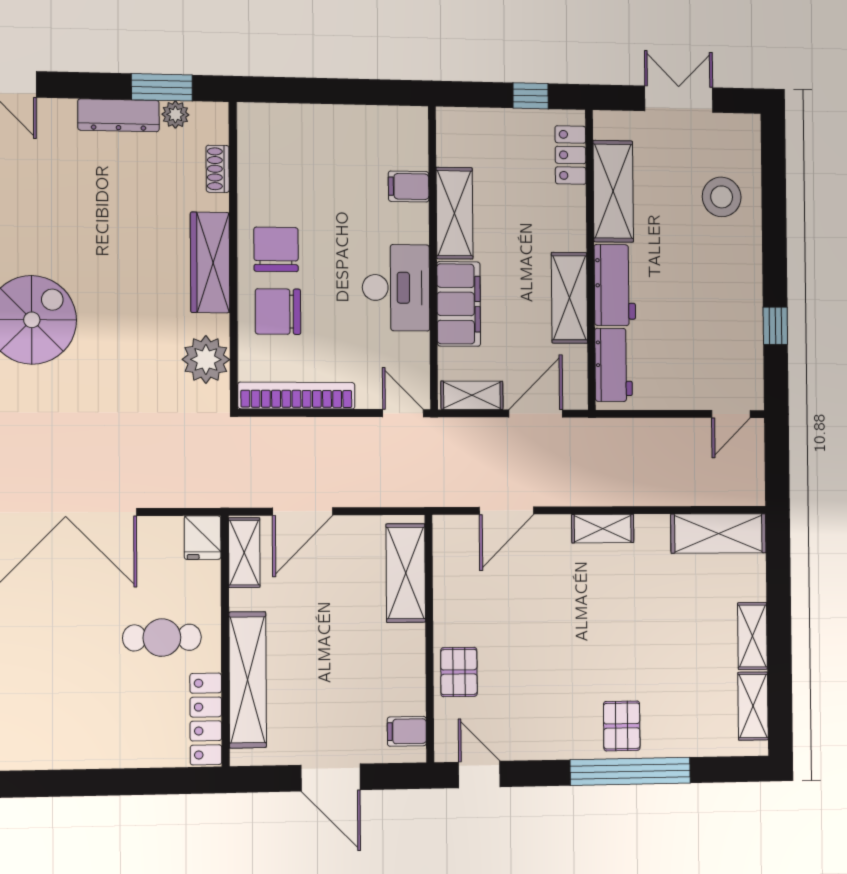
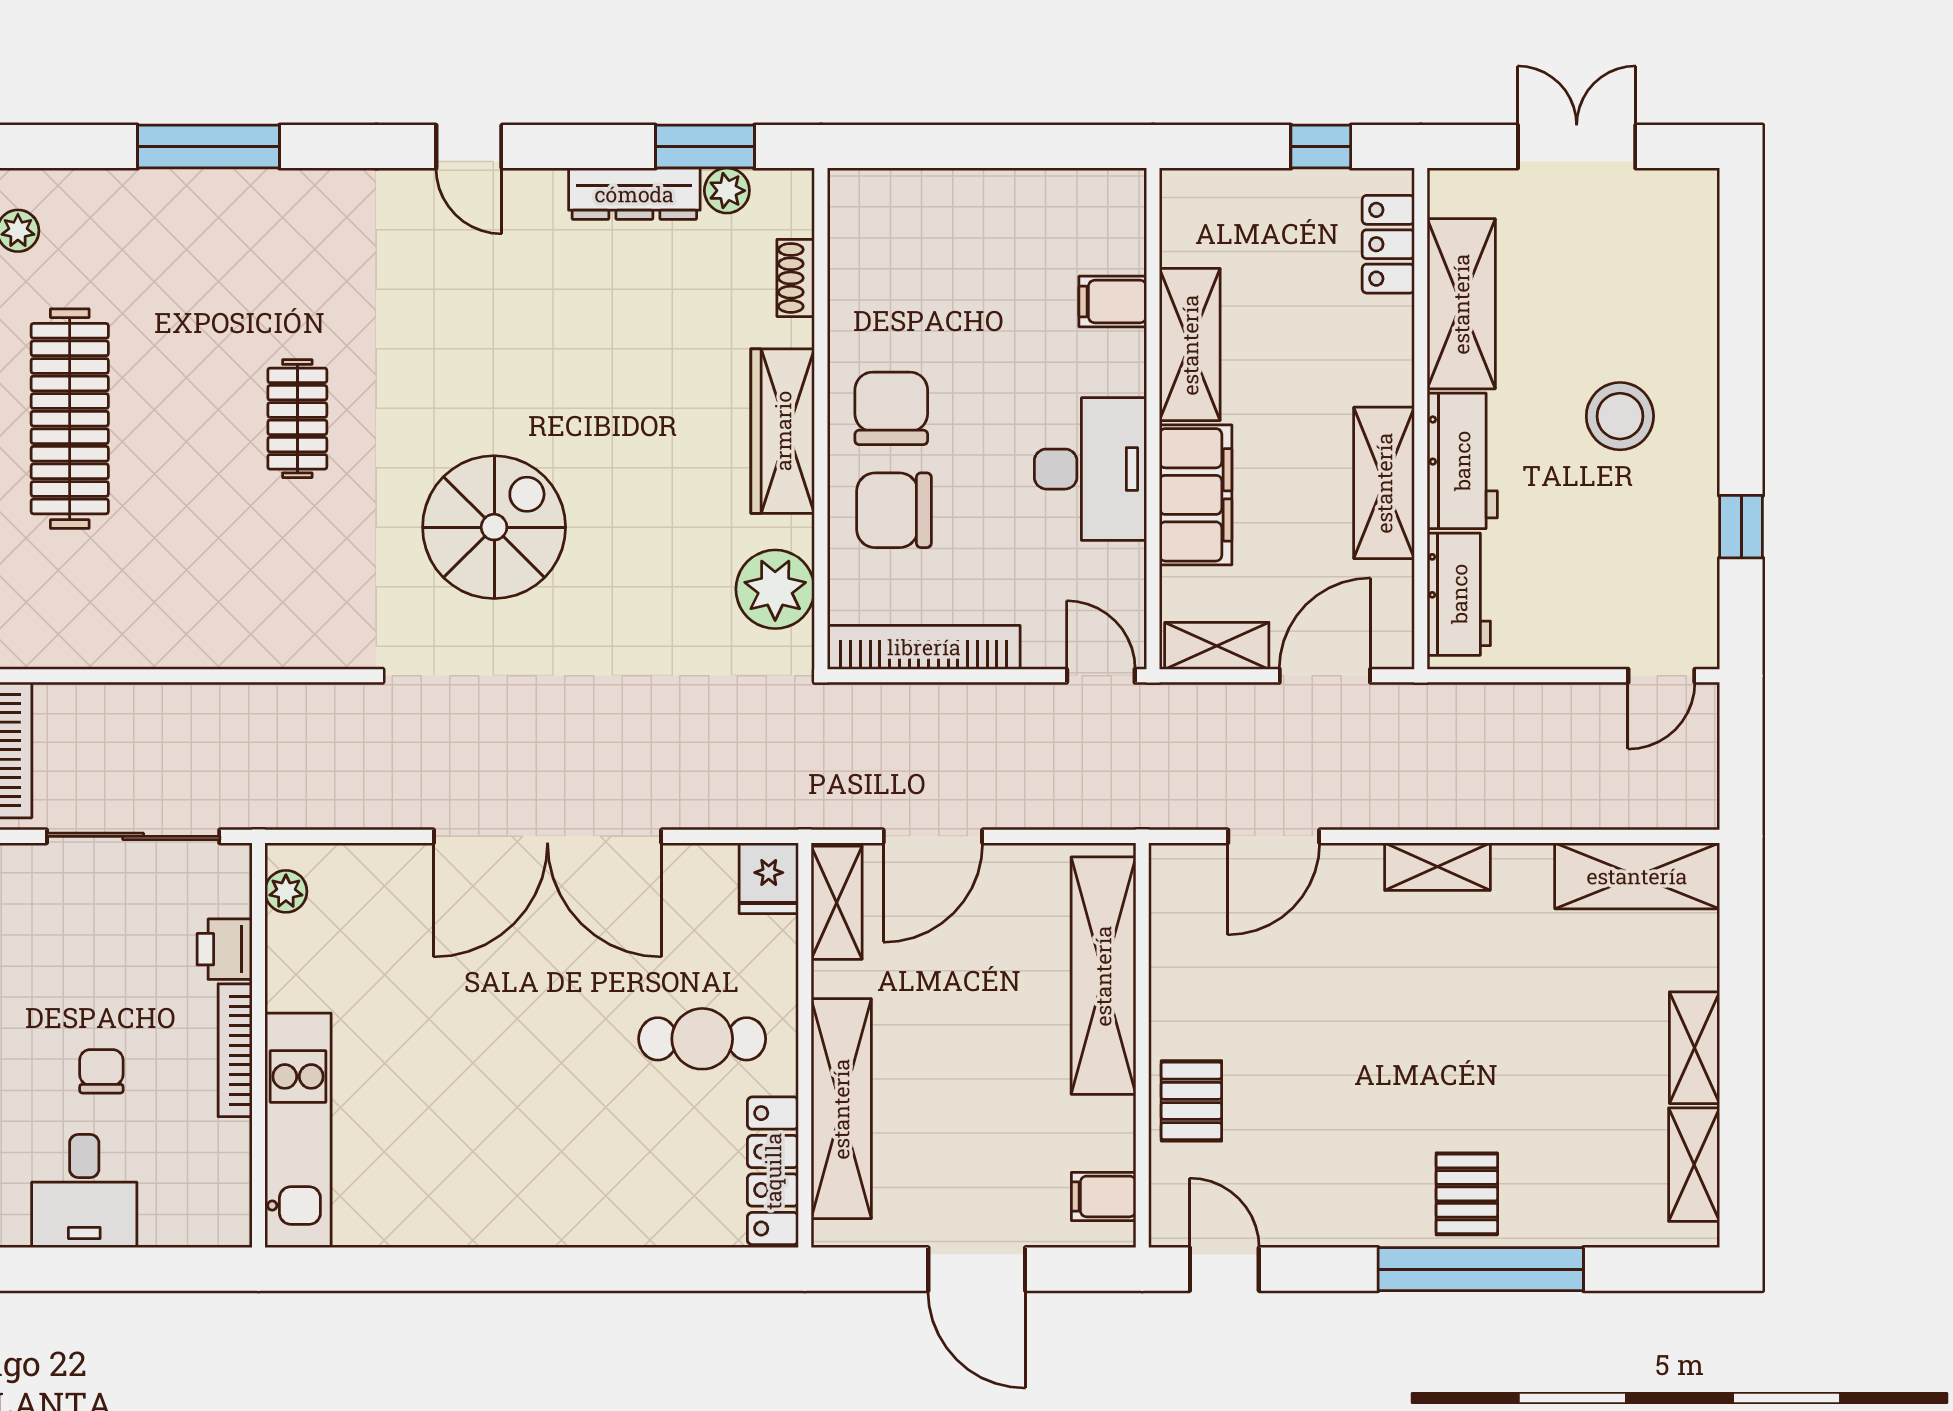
stool: (722, 197) -> (1620, 416), moved
shelving: (406, 573) -> (1103, 976), width x1.47

